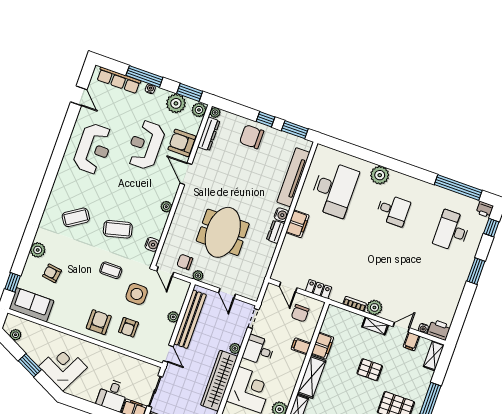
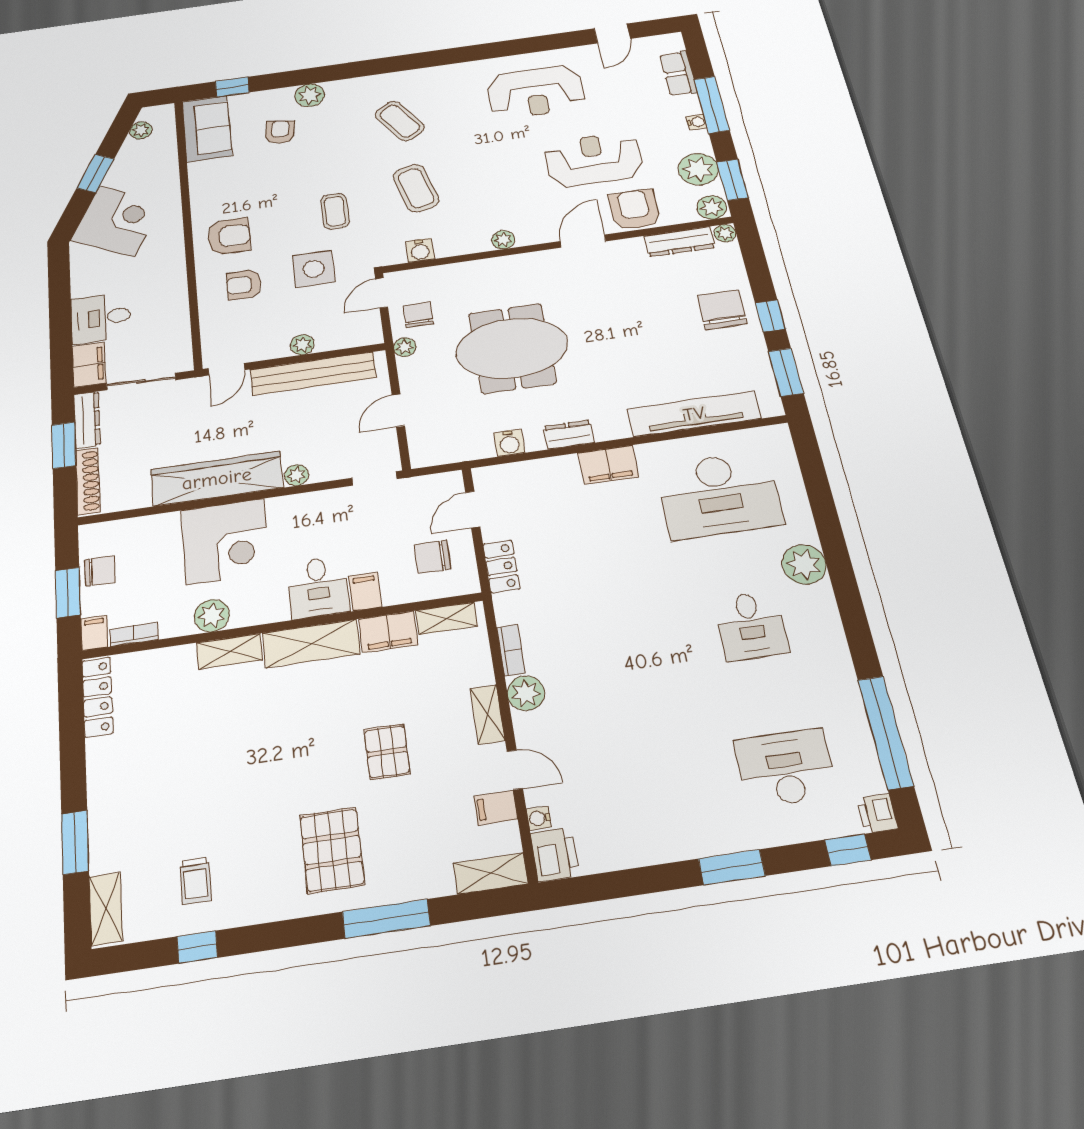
row of seats: (119, 80) -> (678, 73), width x0.68
water cooler: (281, 215) -> (509, 443), moved
shelving: (329, 321) -> (447, 618), added
desk: (259, 350) -> (318, 587), moved, turned 180

